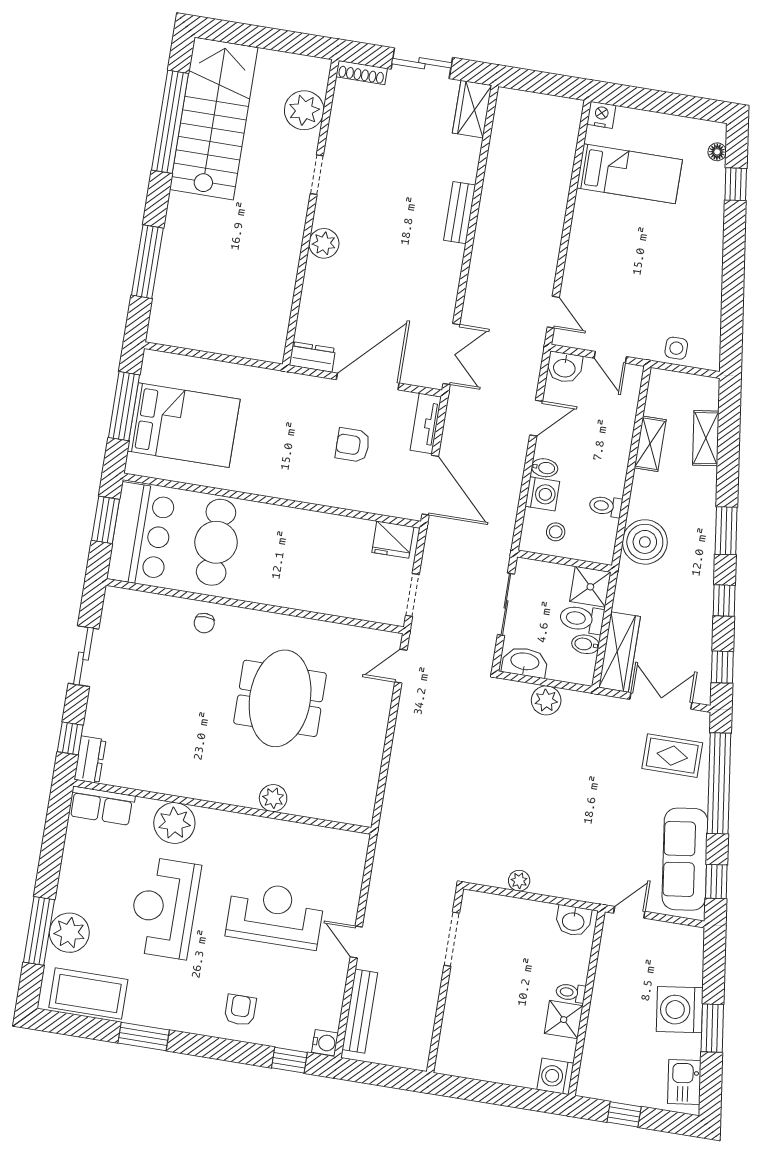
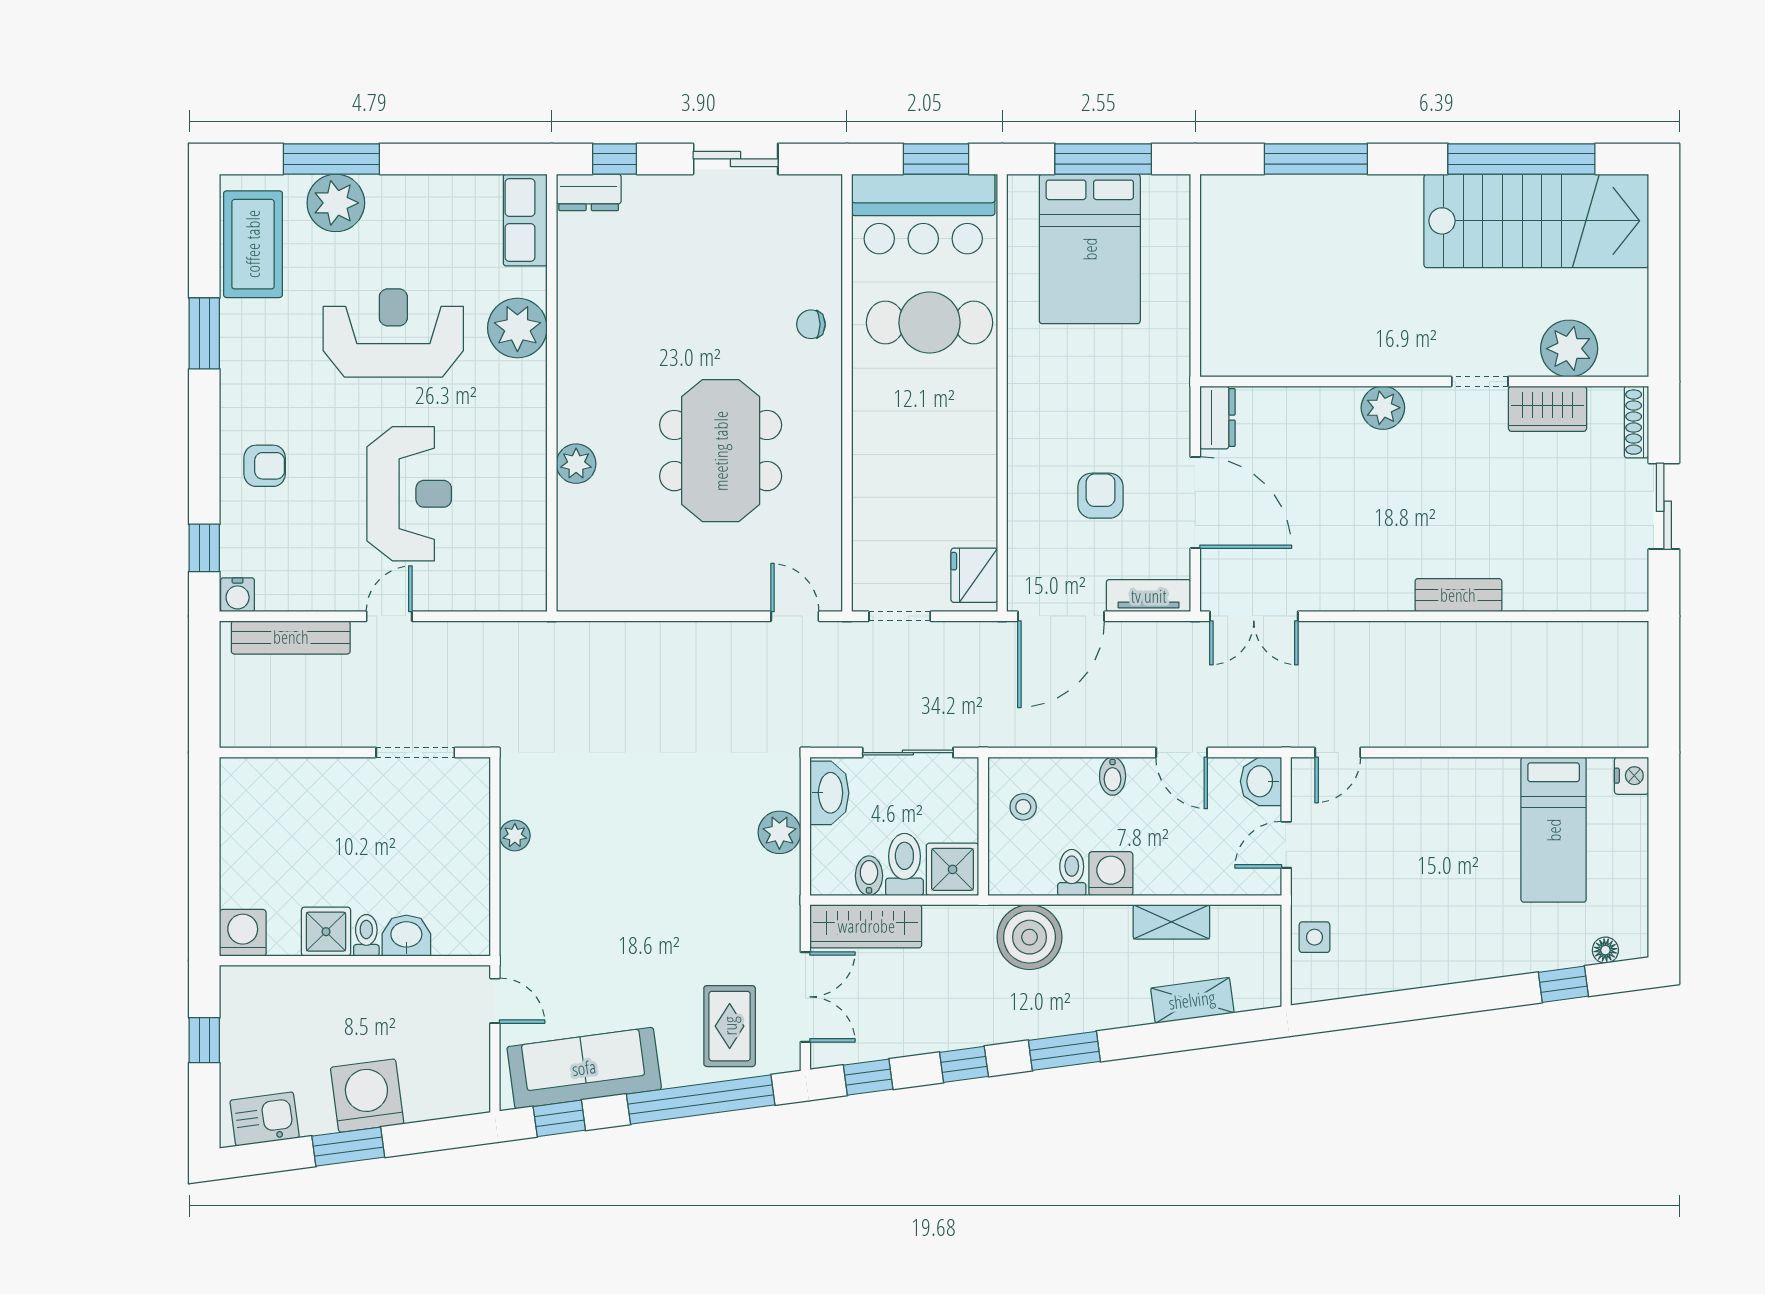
wardrobe: (472, 109) -> (1548, 409), moved, turned 180
washing machine: (542, 494) -> (1111, 874), moved, turned 180
meeting table: (280, 698) -> (721, 451), turned 90
washbasin: (573, 921) -> (406, 936), moved, turned 90

